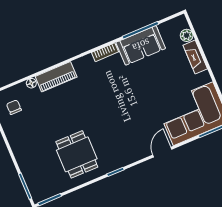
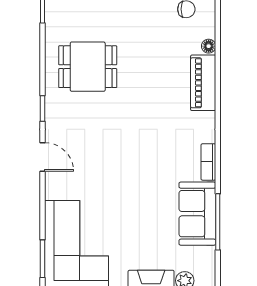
door: (162, 152) -> (43, 157), moved

